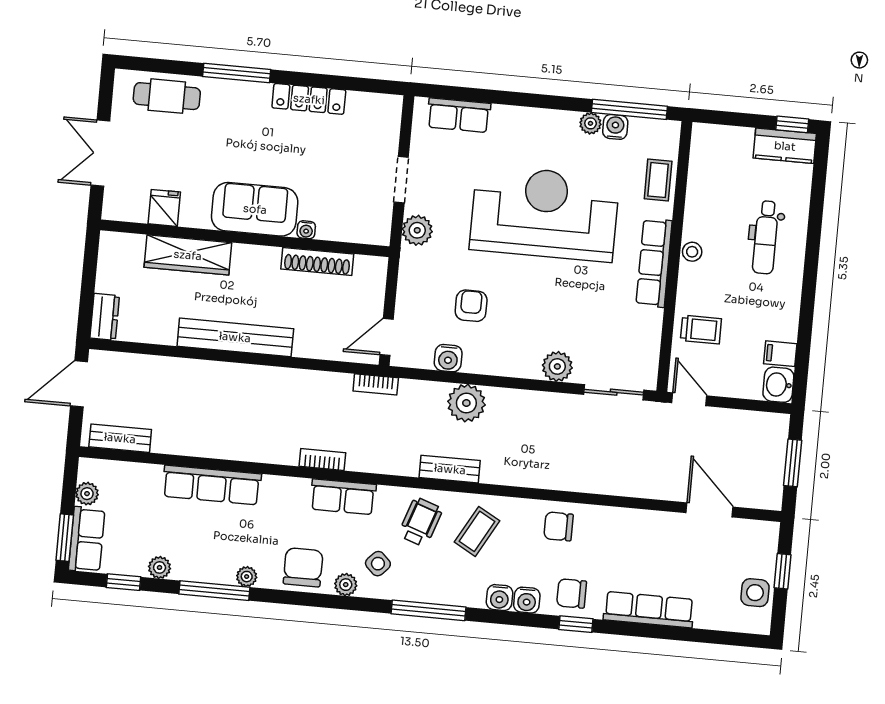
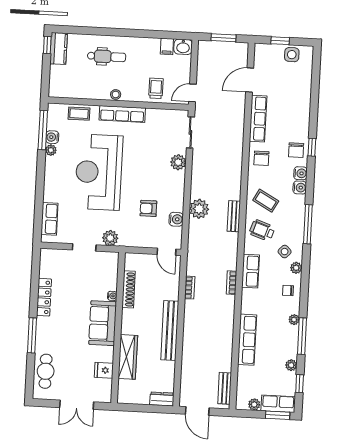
bookcase: (376, 384) -> (190, 288), moved
chair: (303, 567) -> (288, 290), width x0.54, depth x0.54
row of seats: (649, 610) -> (258, 119), moved, turned 180

